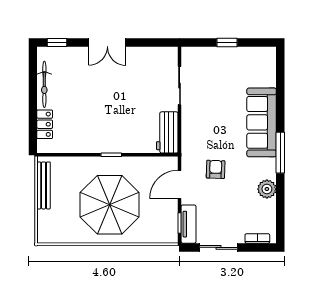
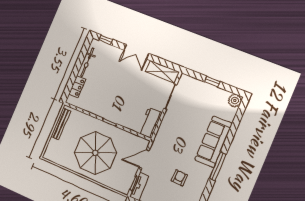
shelving: (155, 56) -> (162, 72), added
armchair: (216, 169) -> (179, 178), moved
plant: (267, 189) -> (235, 101), moved

